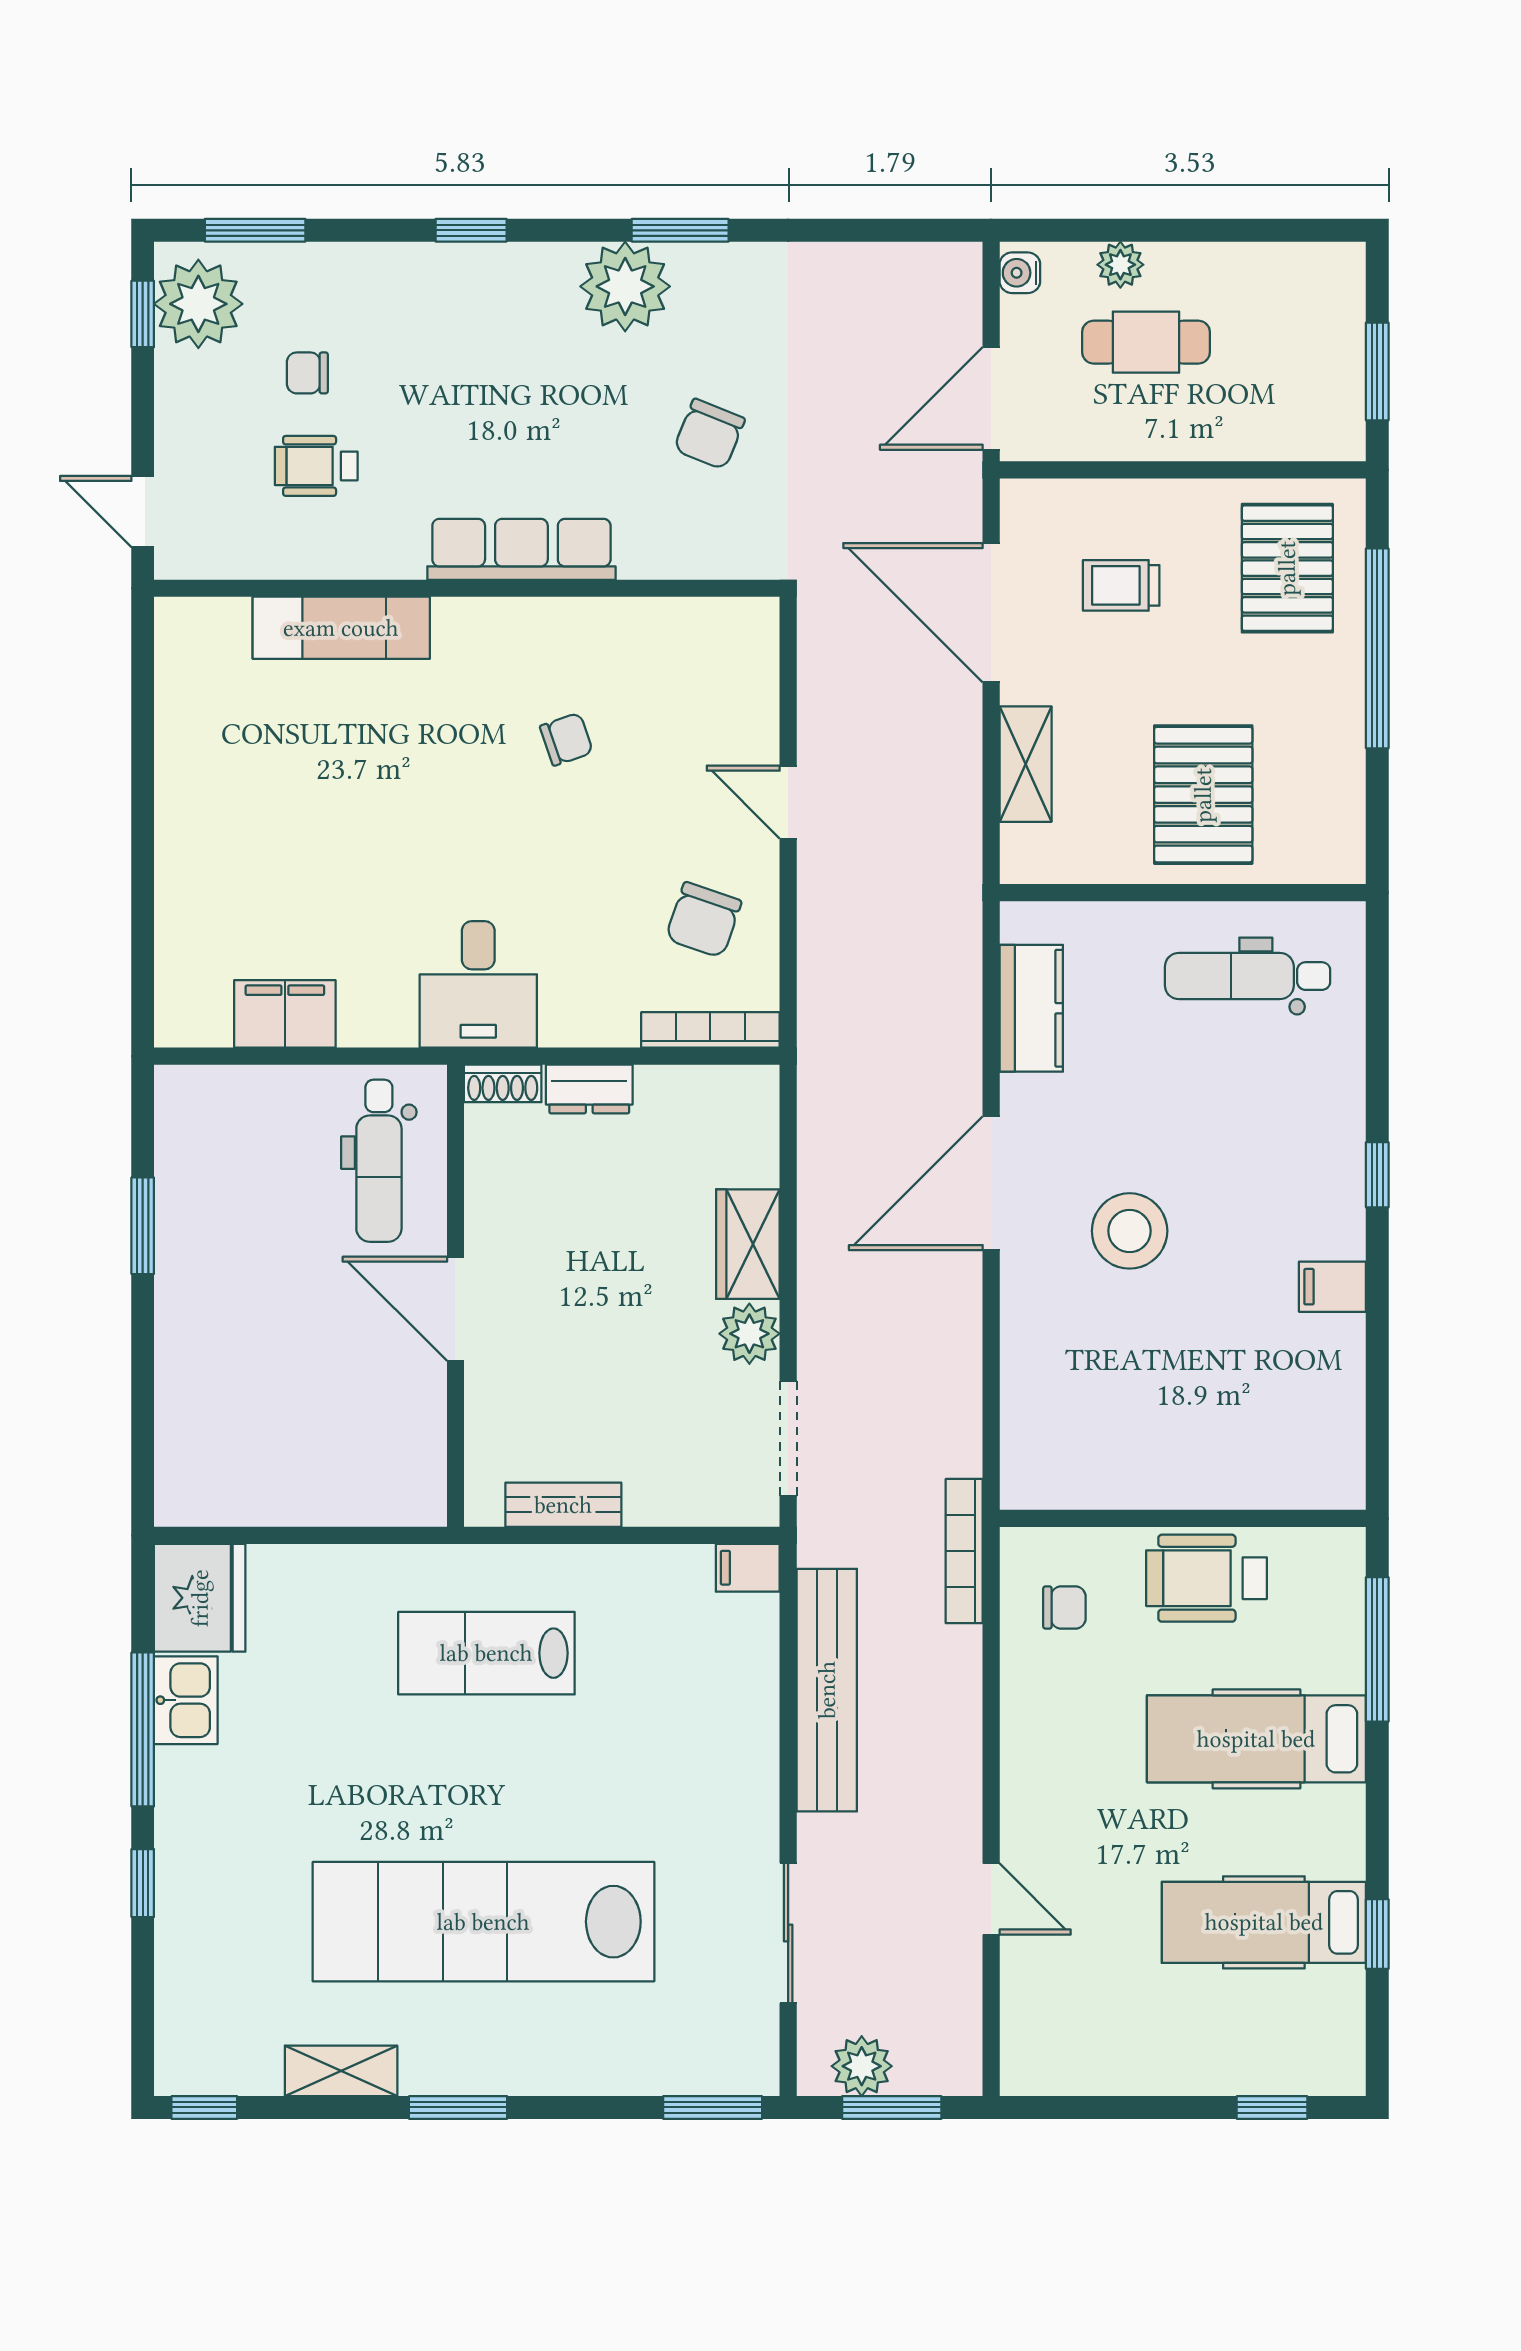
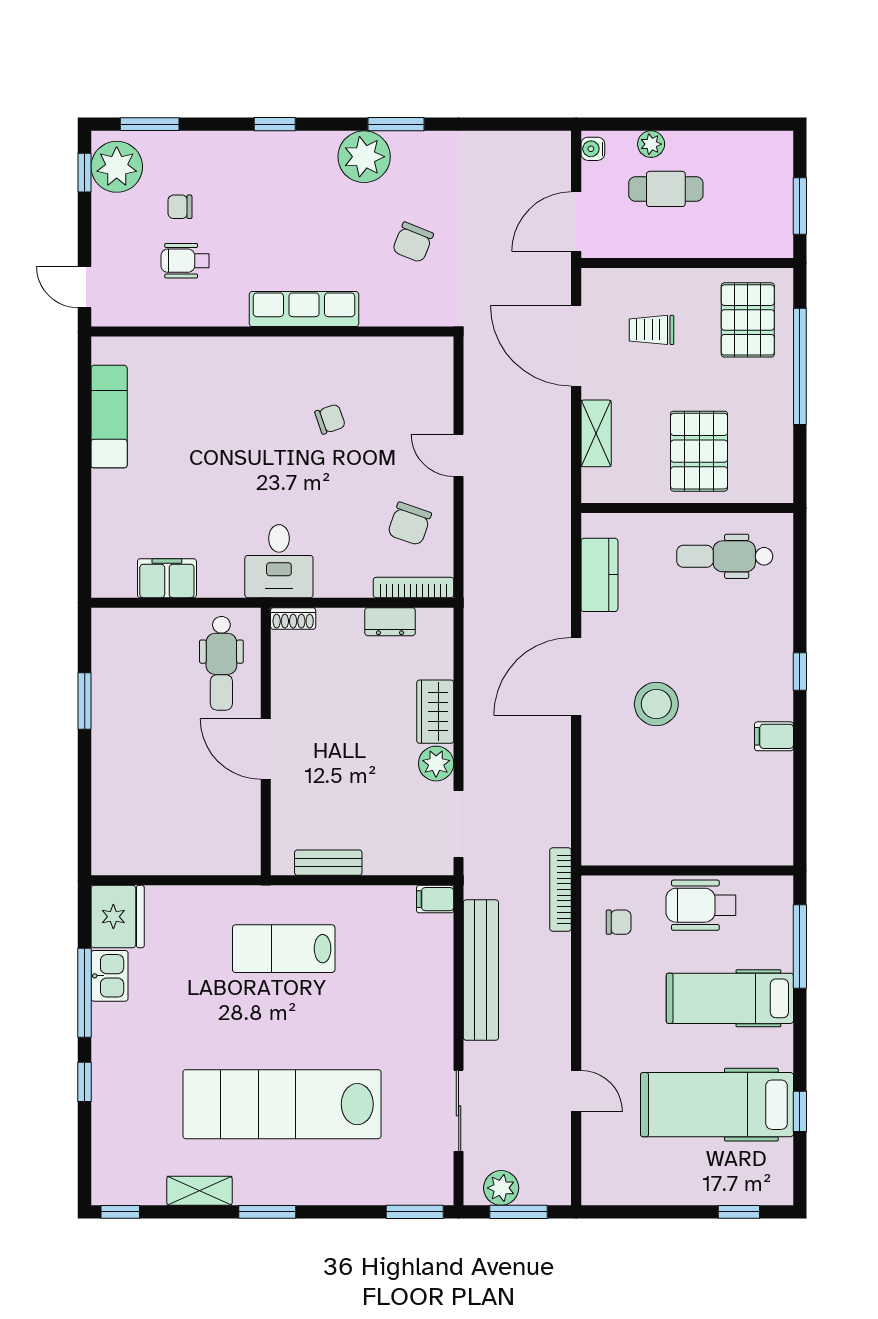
exam couch: (341, 628) -> (109, 417), moved, turned -90
dresser: (589, 1089) -> (390, 622), moved
hospital bed: (1264, 1922) -> (717, 1105), width x1.37, depth x1.29

